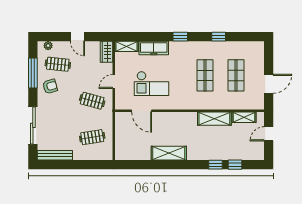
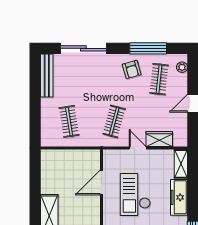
wardrobe: (106, 52) -> (159, 139), moved

